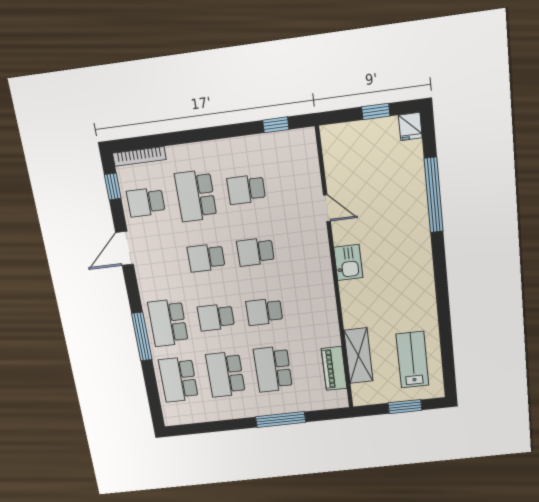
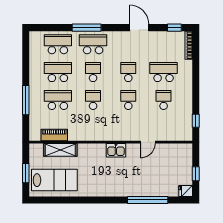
school desk: (146, 202) -> (164, 44), removed
lab bench: (412, 360) -> (54, 180), width x1.36, depth x1.39

